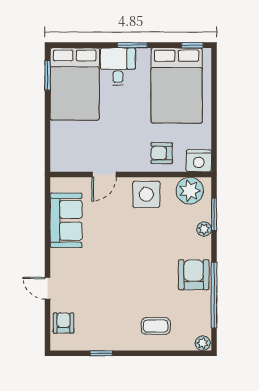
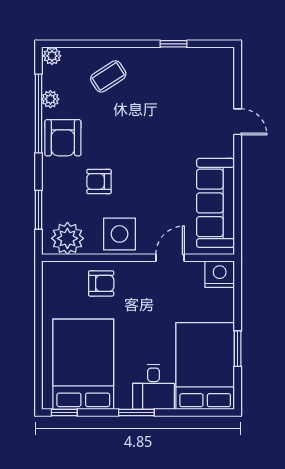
window: (48, 75) -> (238, 349), moved
nightstand: (199, 161) -> (220, 274), moved
sofa: (66, 220) -> (216, 203), width x1.36
plant: (204, 229) -> (50, 99), moved
armchair: (64, 323) -> (99, 181), moved, turned 90
coffee table: (156, 326) -> (108, 76), turned -33

